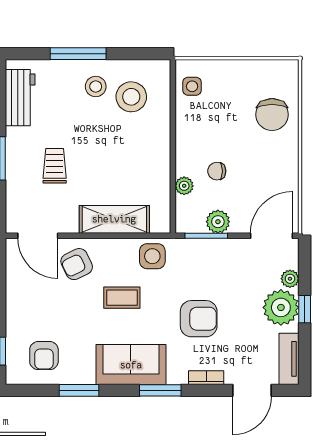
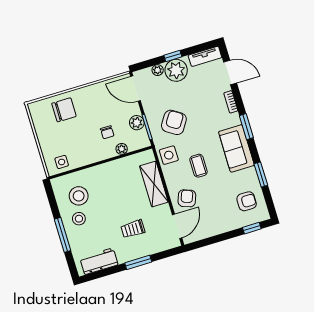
armchair: (77, 264) -> (187, 198), turned -134
armchair: (199, 319) -> (174, 122), moved, turned 33

